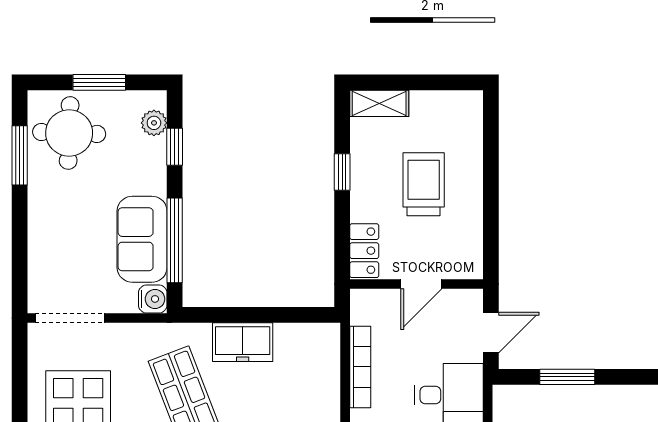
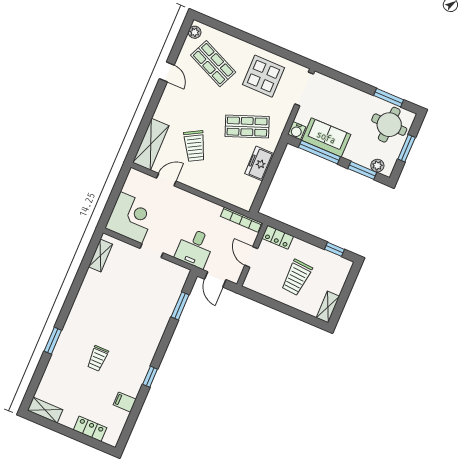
shelving: (379, 103) -> (328, 307), moved
window: (175, 147) -> (362, 170), width x1.50
window: (342, 172) -> (334, 249), moved
trolley: (424, 184) -> (297, 277), turned 94
bookcase: (360, 367) -> (241, 220), moved

